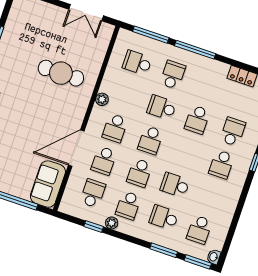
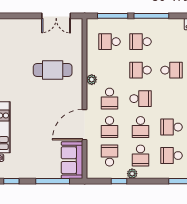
school desk: (173, 75) -> (141, 42), turned -90
school desk: (197, 120) -> (172, 70), turned -90
school desk: (151, 140) -> (141, 99), turned -90

